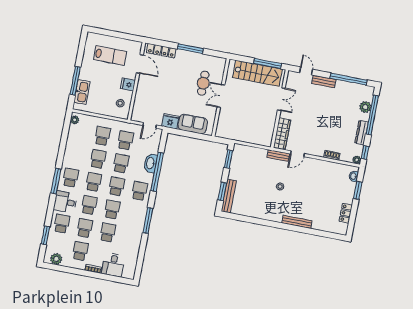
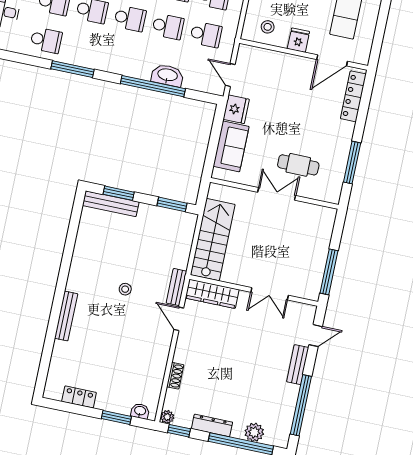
window: (190, 49) -> (352, 163), moved
stairs: (257, 73) -> (213, 240), moved, turned 180
school desk: (139, 191) -> (46, 40), moved

